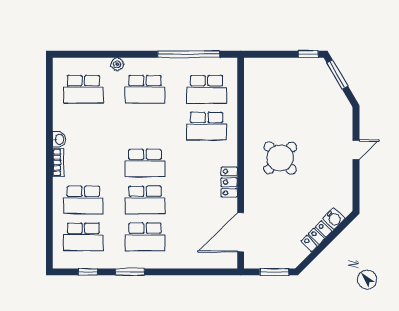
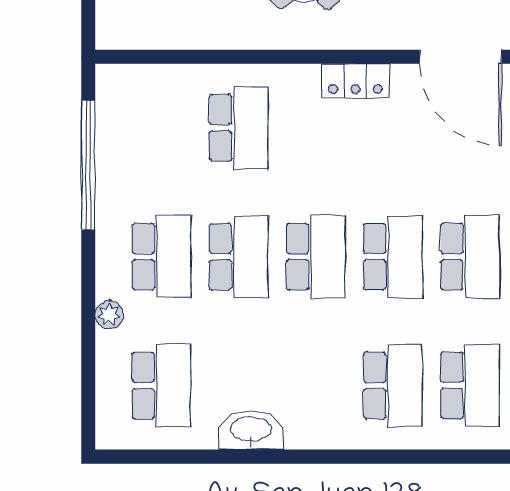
school desk: (207, 89) -> (239, 257), moved
washbasin: (59, 139) -> (251, 430), width x1.91, depth x1.45
bookcase: (58, 163) -> (315, 438), removed

